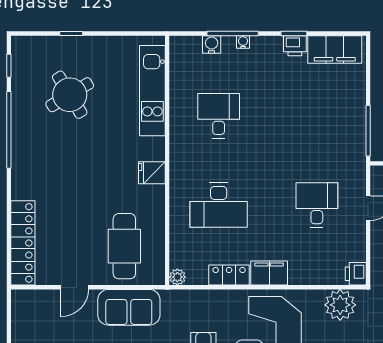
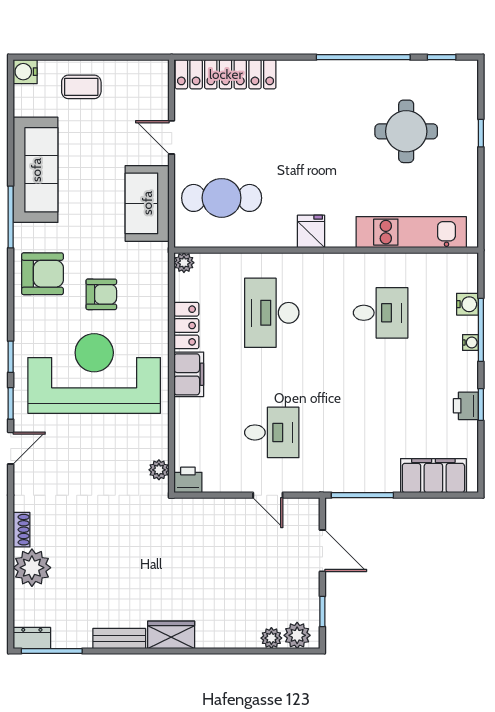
filing cabinet: (335, 50) -> (433, 476), moved, turned 90
round table: (70, 95) -> (406, 131), turned 31
plant: (340, 305) -> (159, 470), width x0.53, depth x0.53

